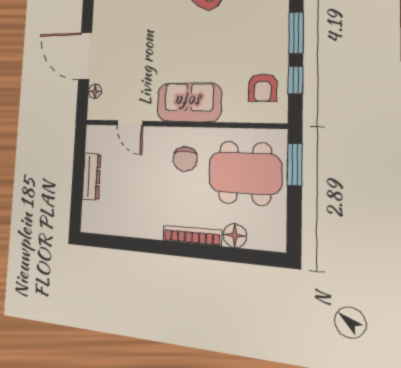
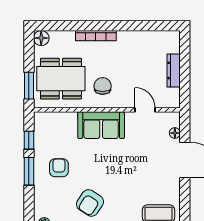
armchair: (263, 88) -> (59, 168), moved
floor lamp: (235, 236) -> (41, 38), moved

